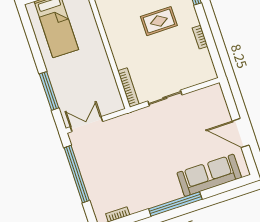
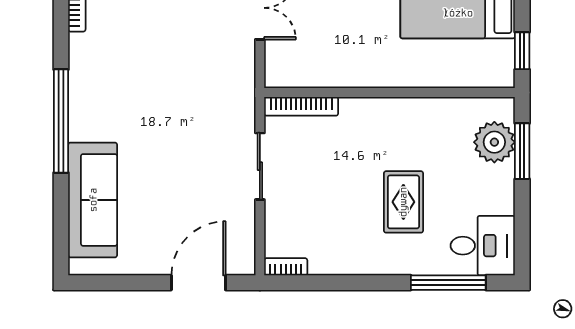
bookcase: (200, 37) -> (286, 267), moved
door: (241, 133) -> (198, 283), moved

